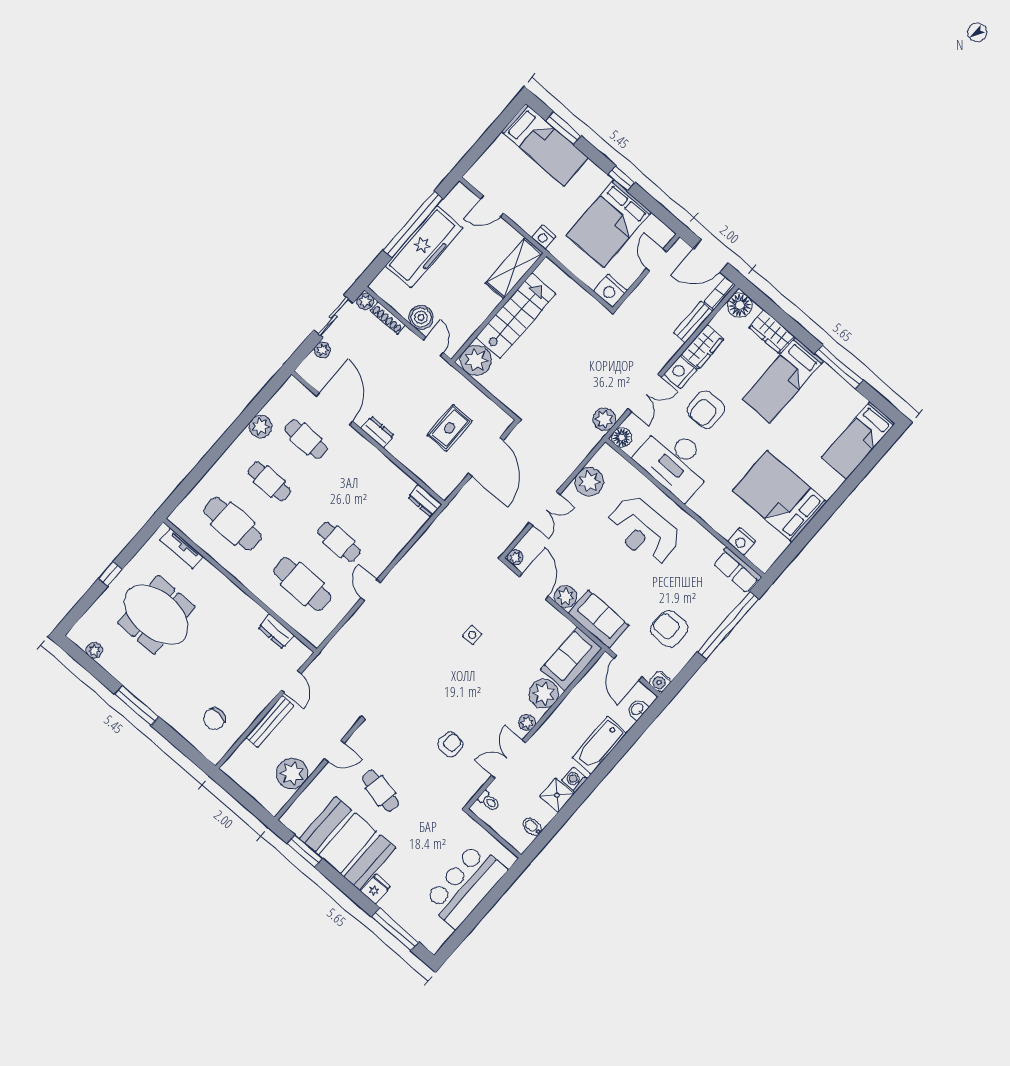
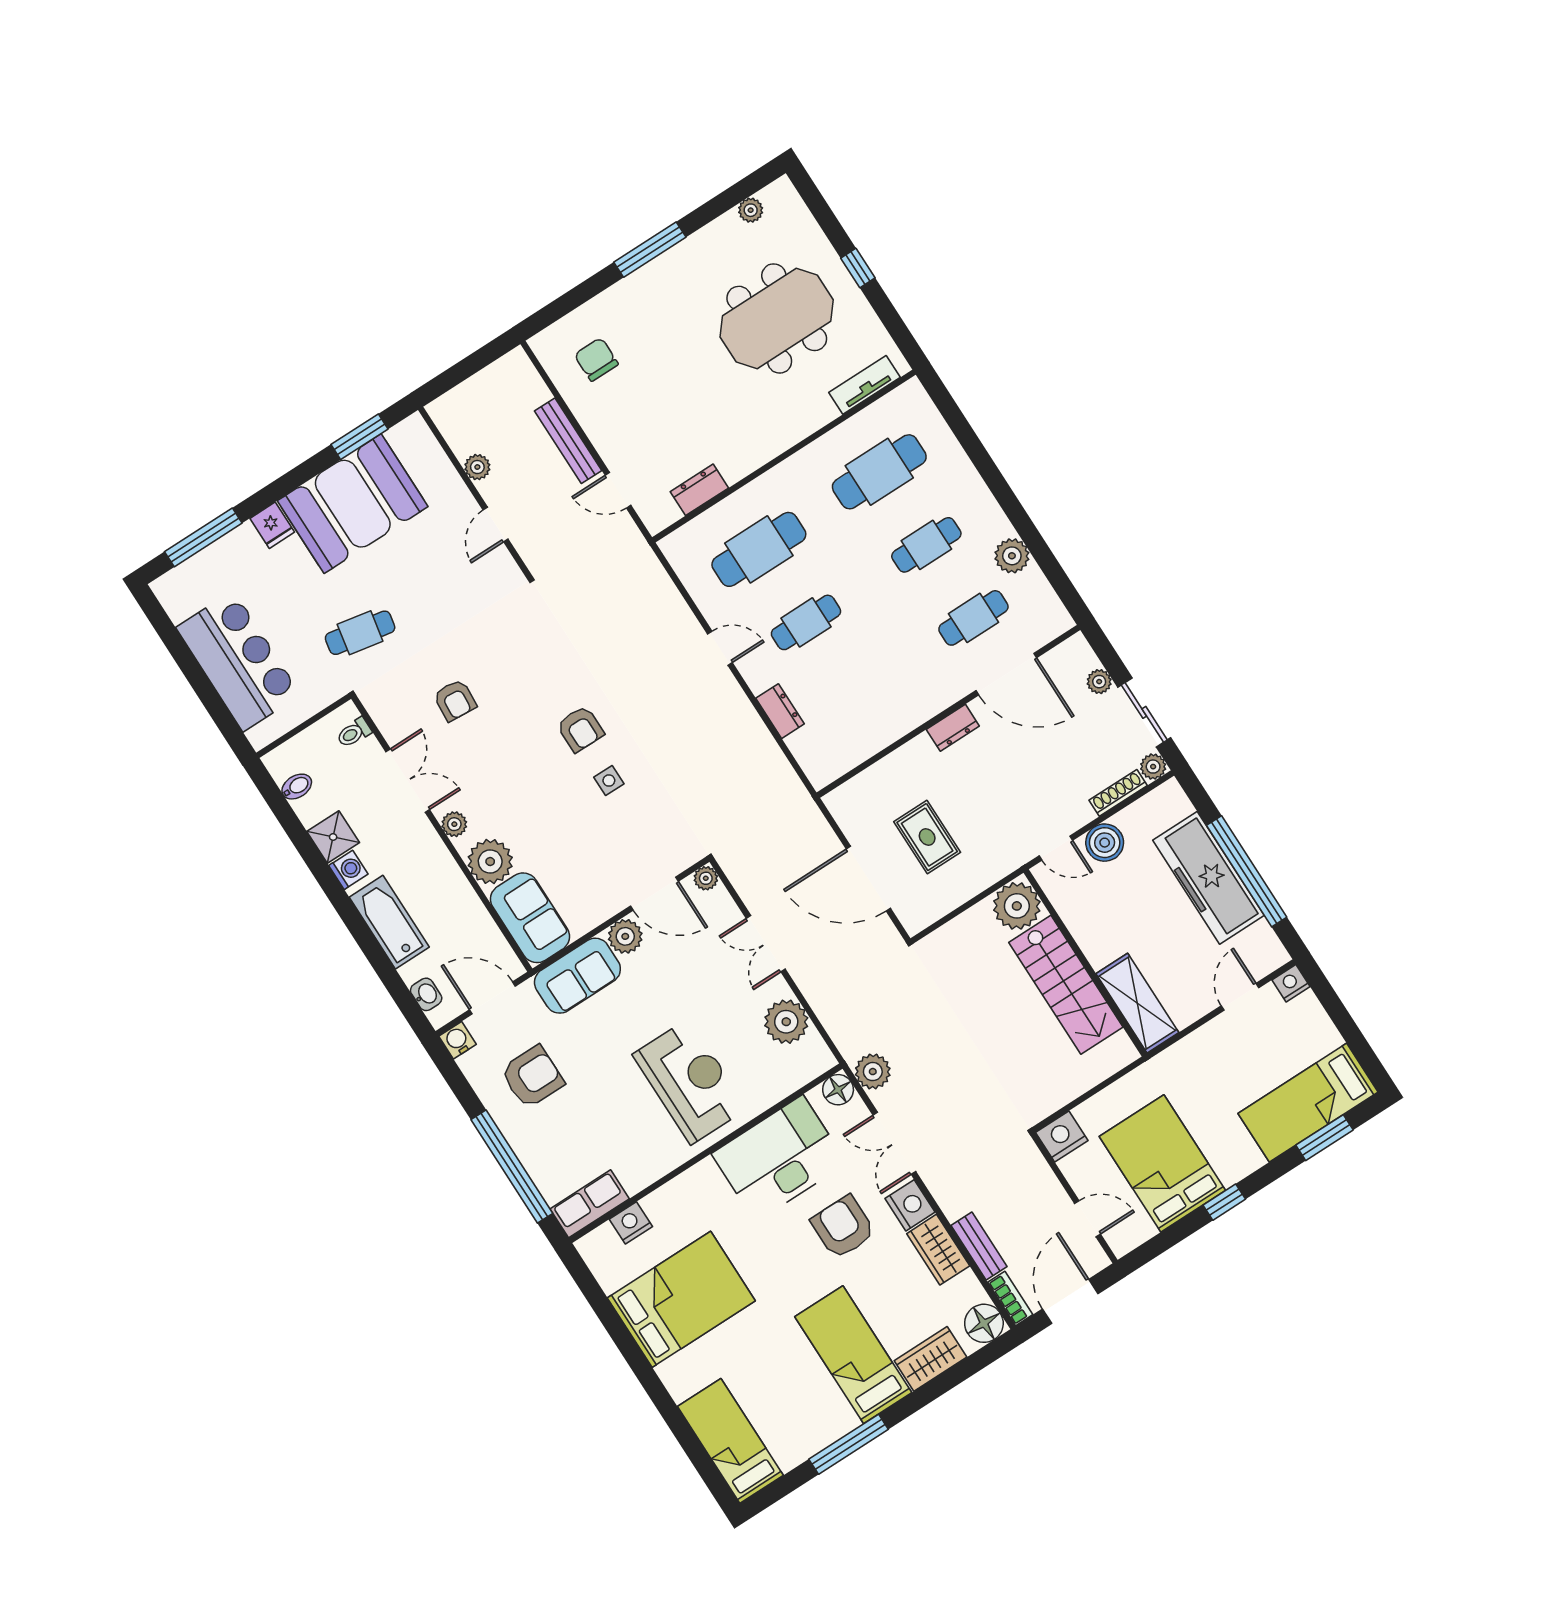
nightstand: (544, 237) -> (1291, 983), moved
dresser: (425, 501) -> (780, 711), moved, turned 90
reception desk: (644, 531) -> (690, 1082), turned 90
armchair: (445, 662) -> (580, 729), added
plant: (292, 774) -> (477, 467), width x0.53, depth x0.53
cafe table: (381, 791) -> (360, 633), moved

